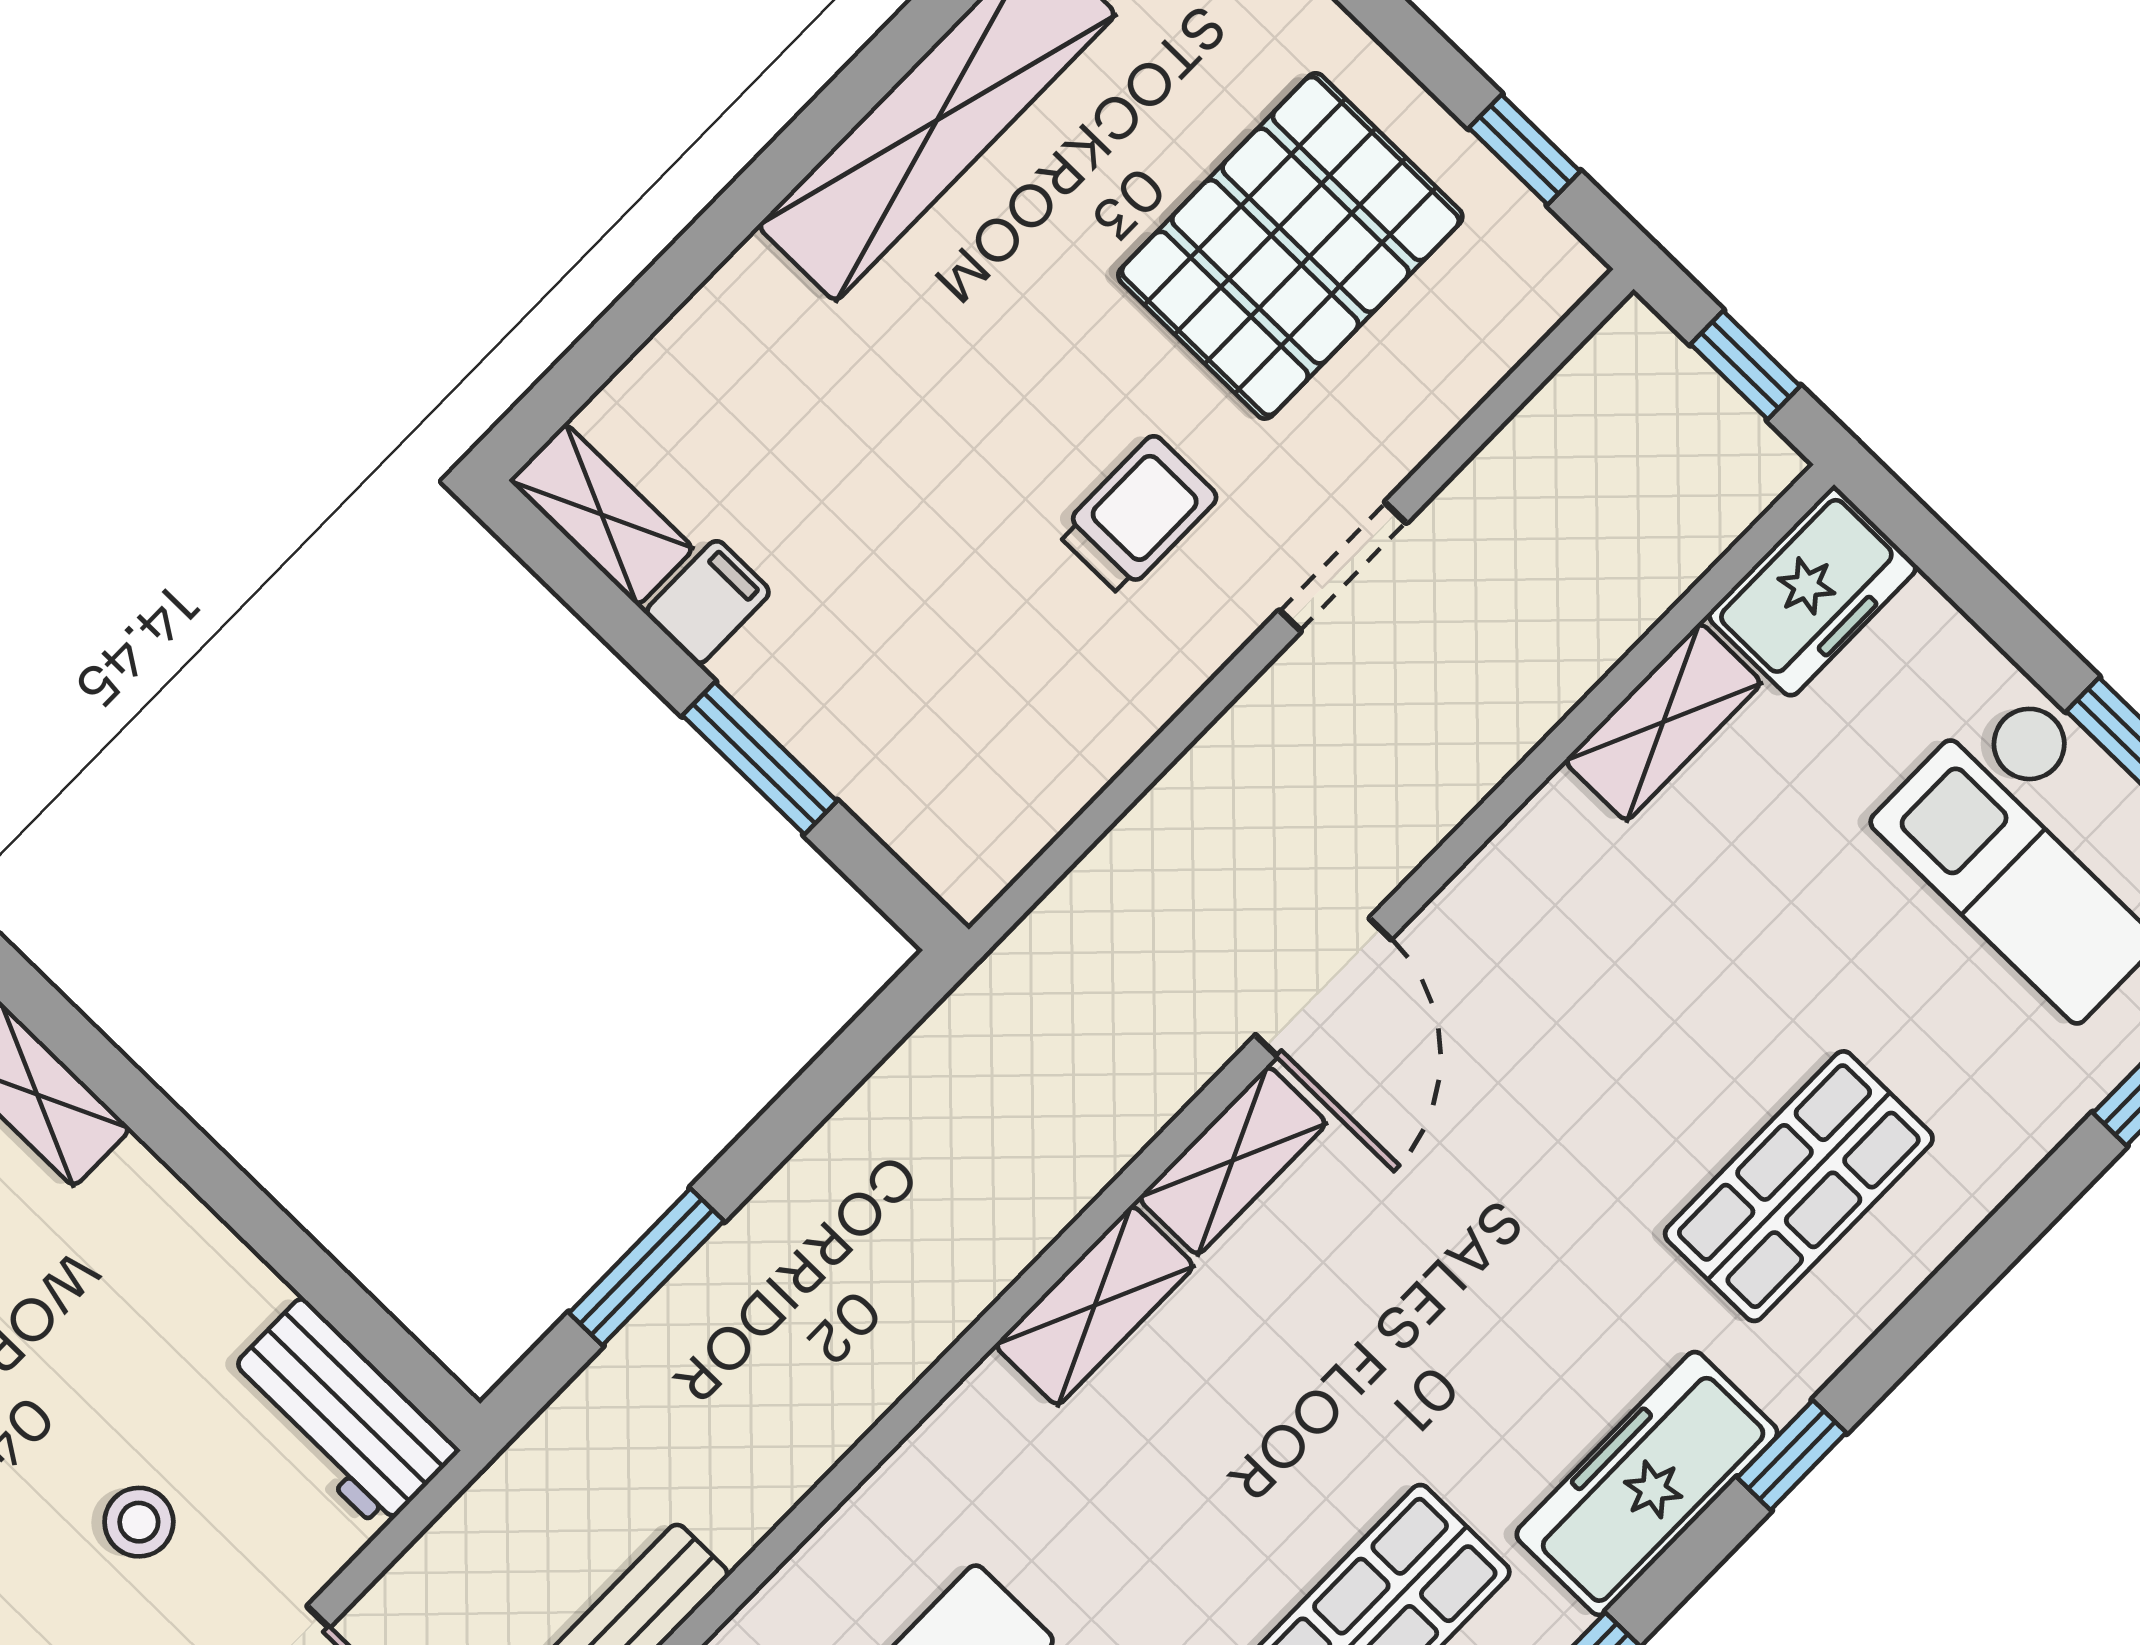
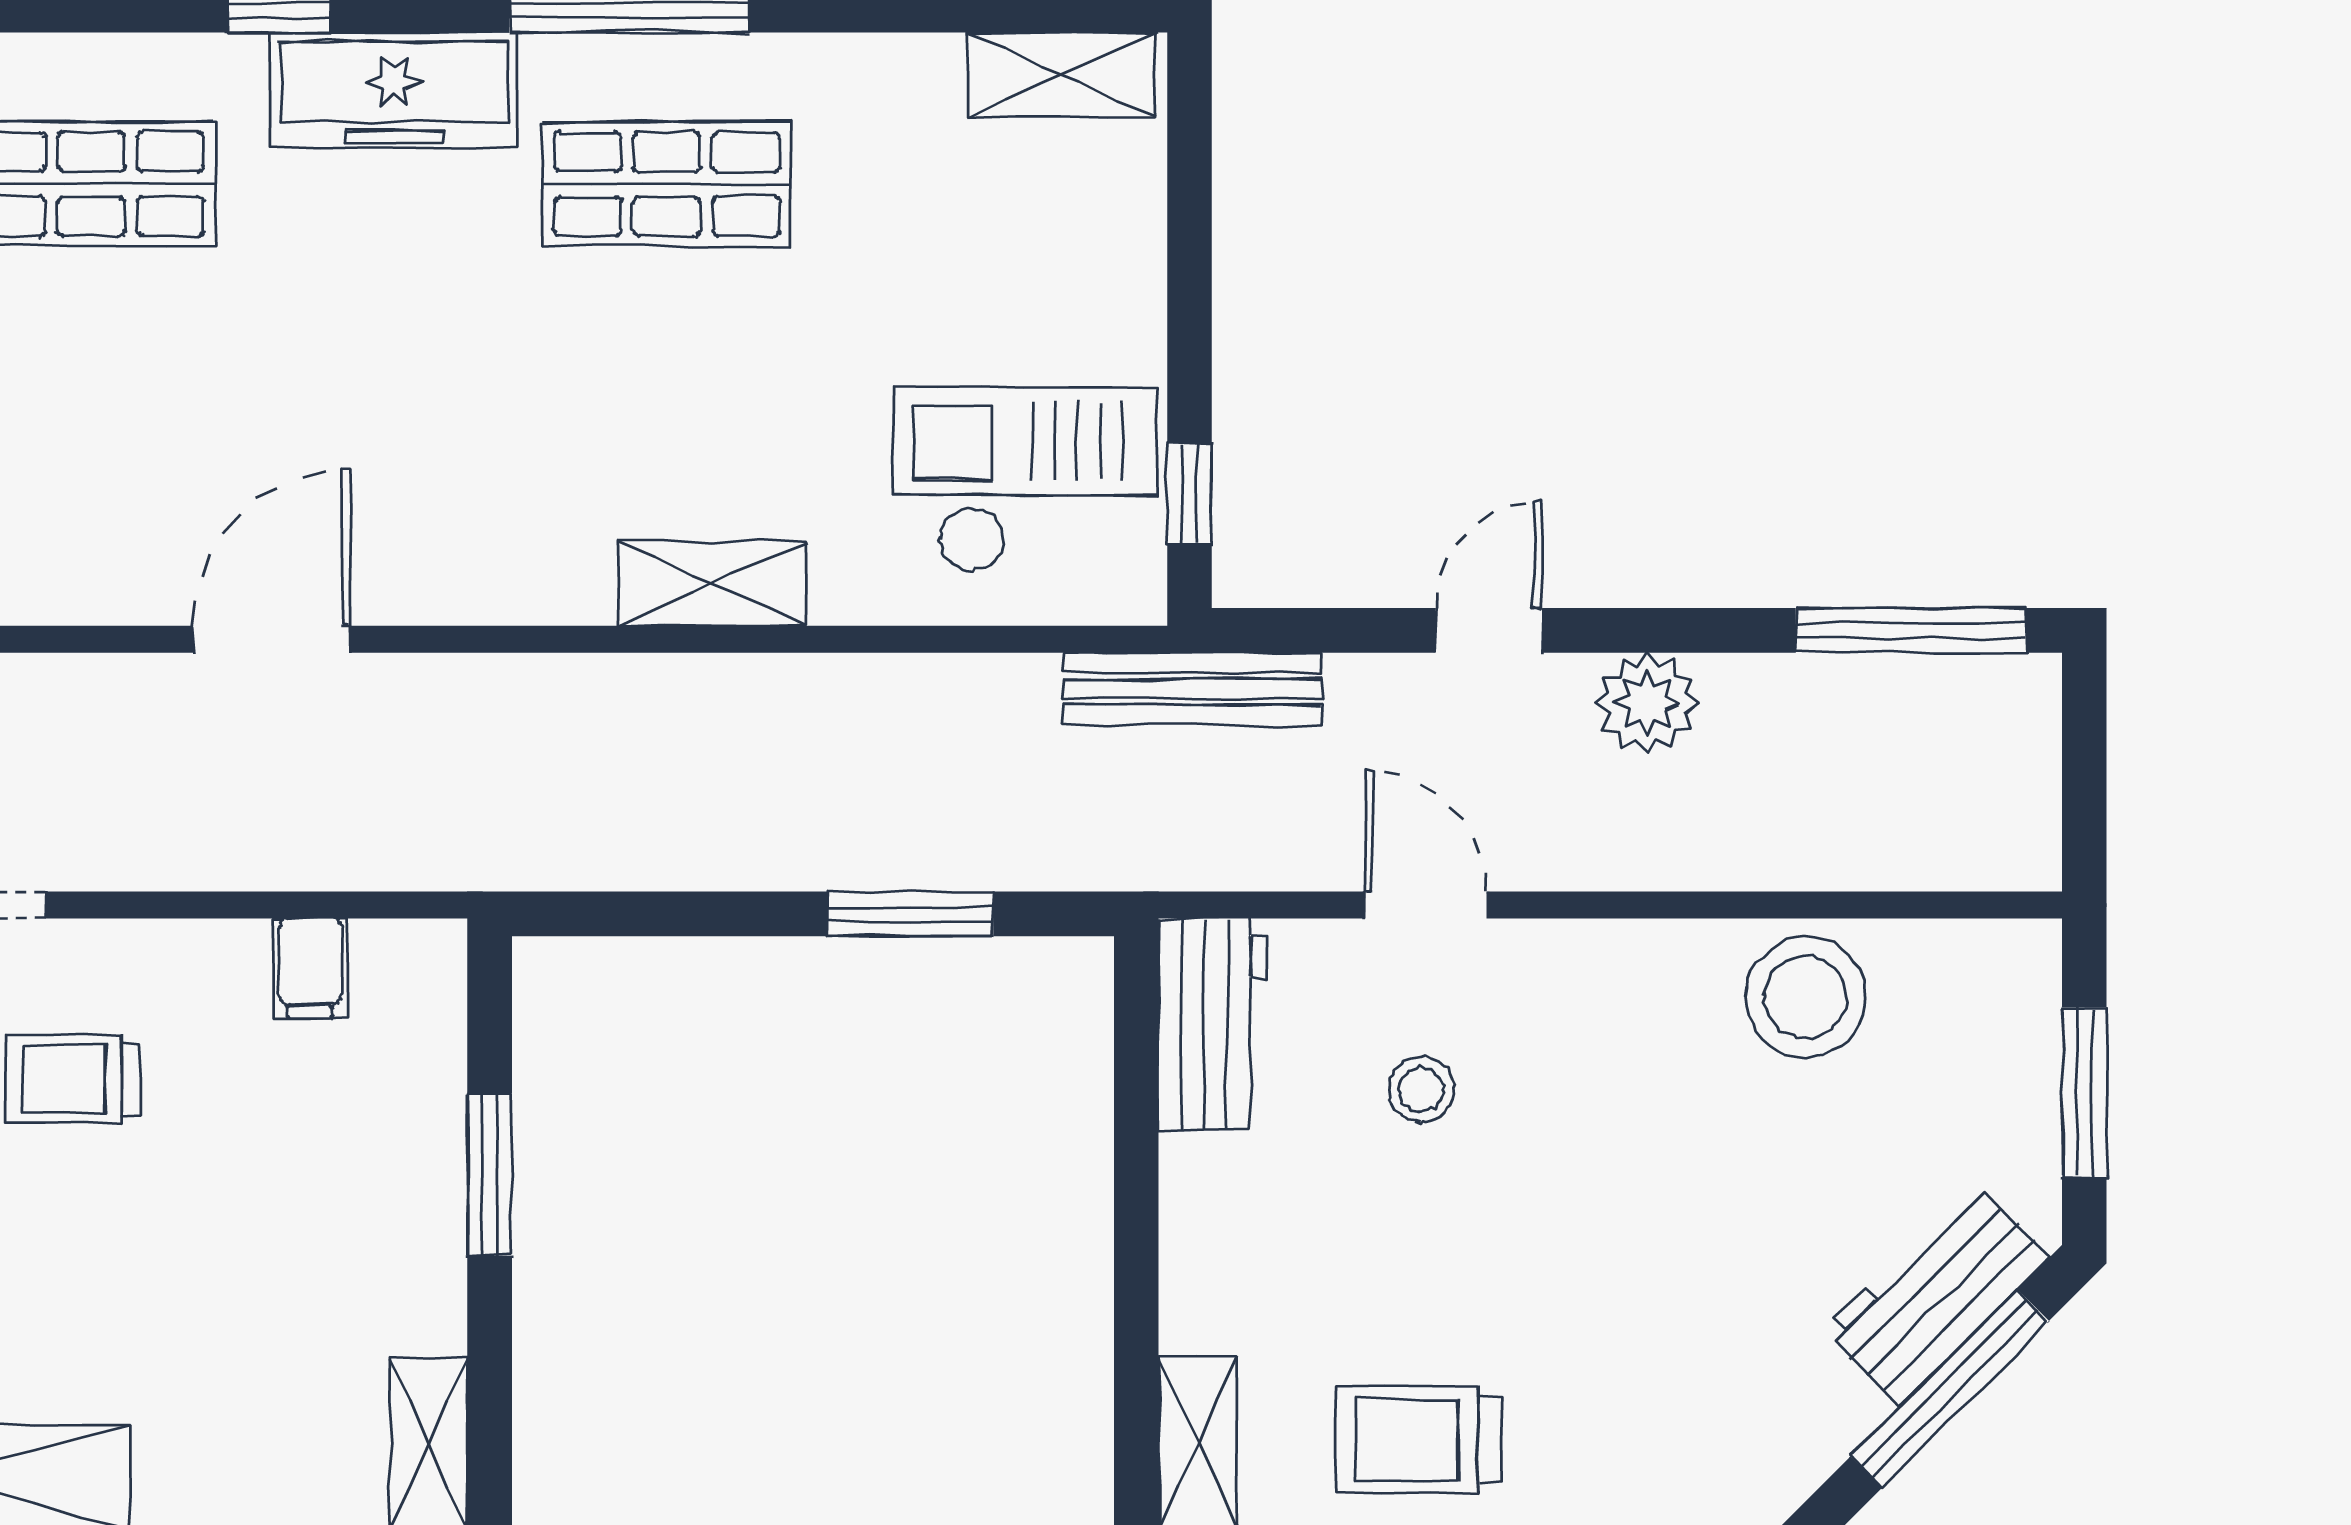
filing cabinet: (708, 602) -> (310, 968), moved, turned -90
shelving: (1233, 1161) -> (449, 586), removed
shelving: (1095, 1305) -> (712, 584), moved

